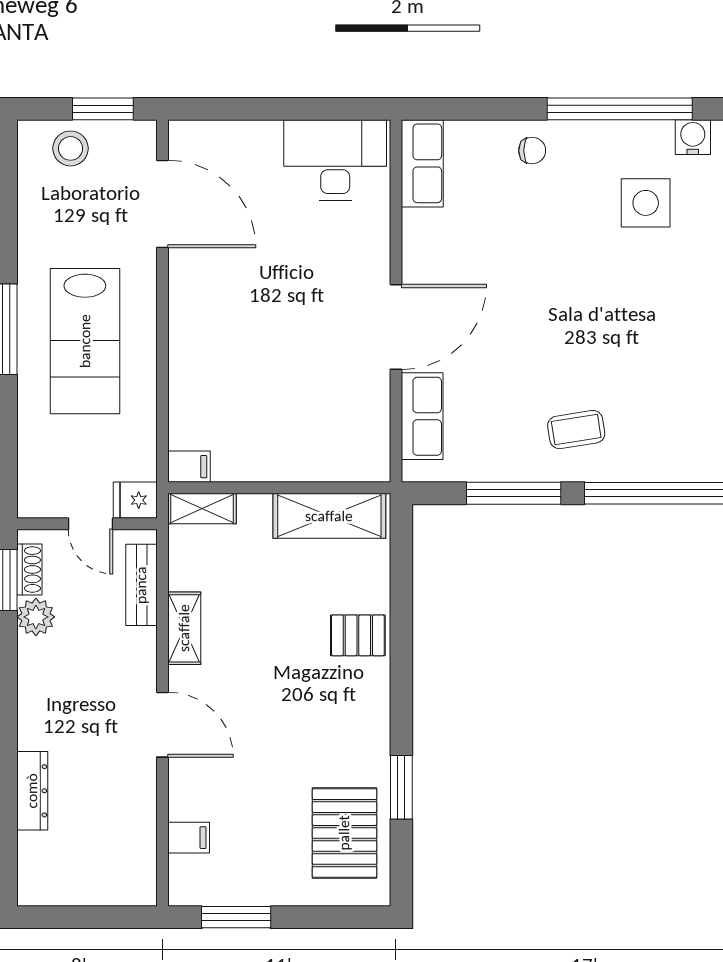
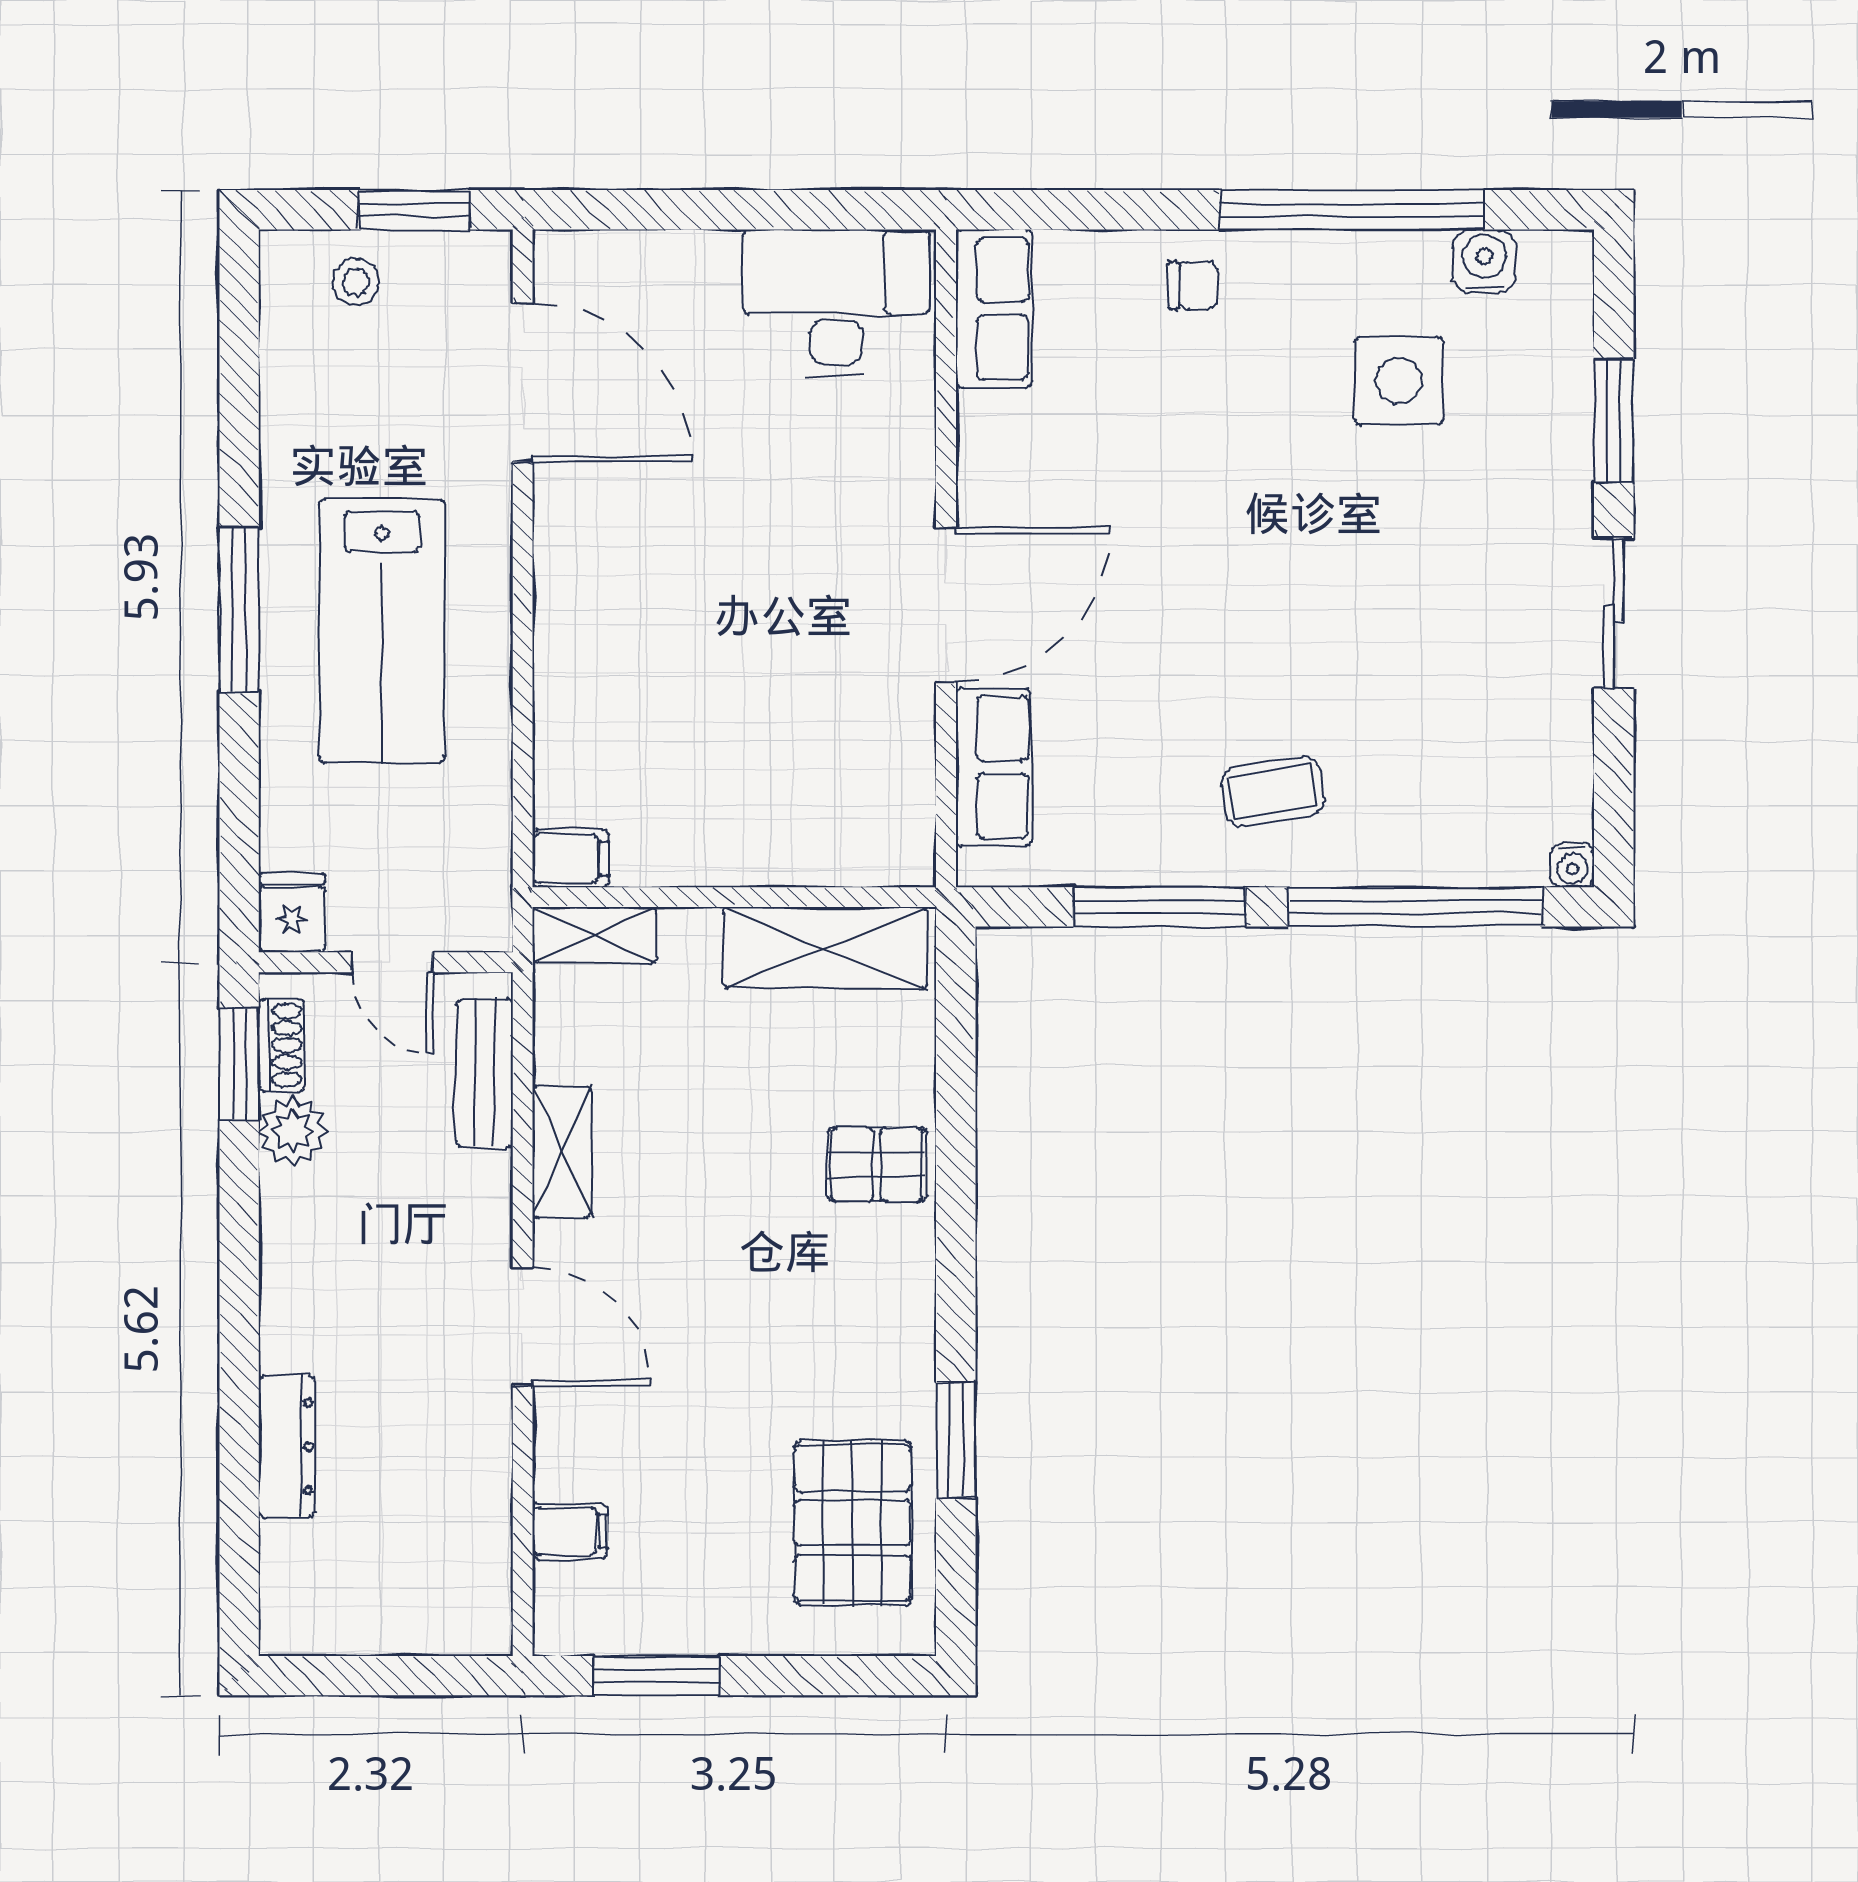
stool: (71, 148) -> (356, 282), width x0.73, depth x0.73
fridge: (135, 500) -> (292, 913), moved, turned 90

